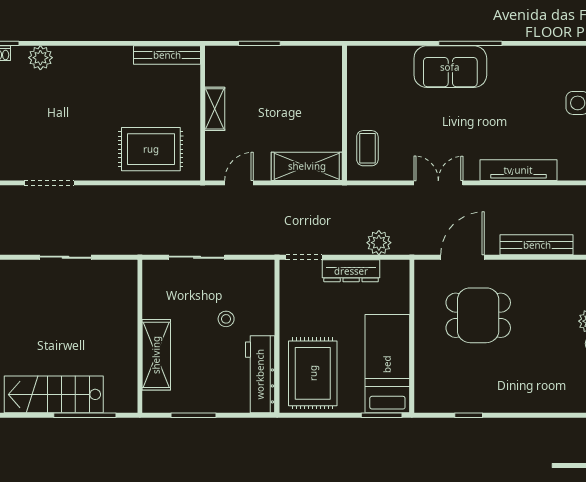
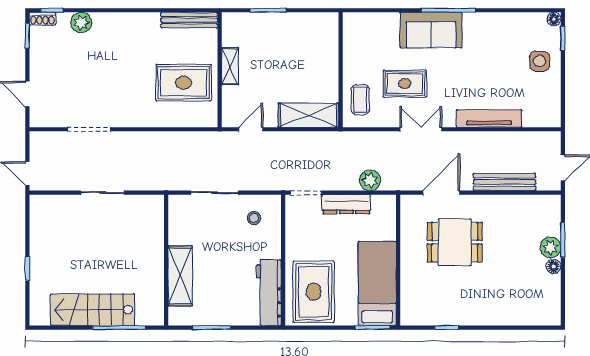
rug: (420, 129) -> (405, 84), added
rug: (151, 149) -> (183, 83), moved
stool: (226, 319) -> (254, 218), moved

